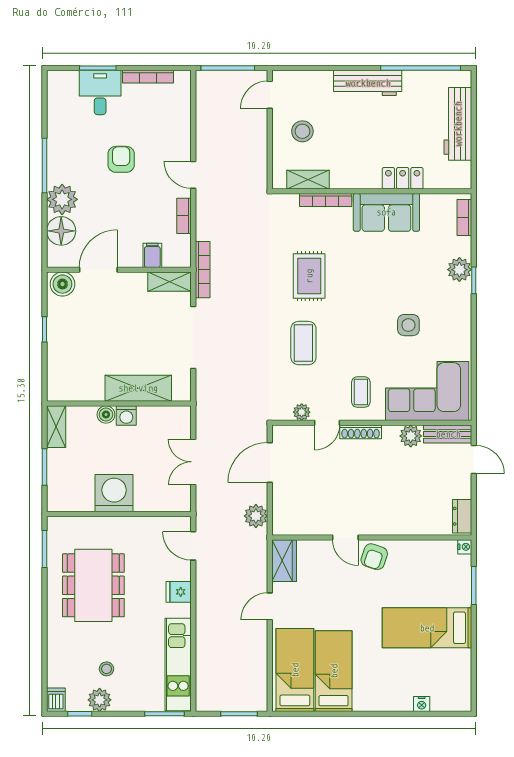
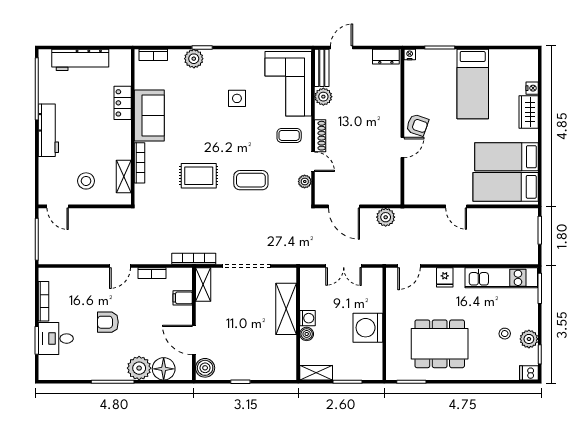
wardrobe: (284, 561) -> (529, 112), moved, turned -90

